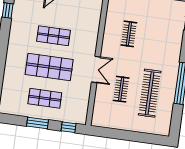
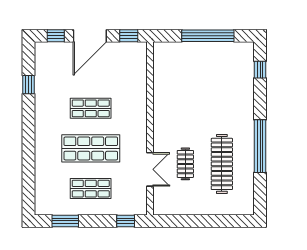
clothes rail: (129, 34) -> (185, 93), removed
double door: (96, 70) -> (150, 169), moved
window: (38, 123) -> (65, 221), moved

